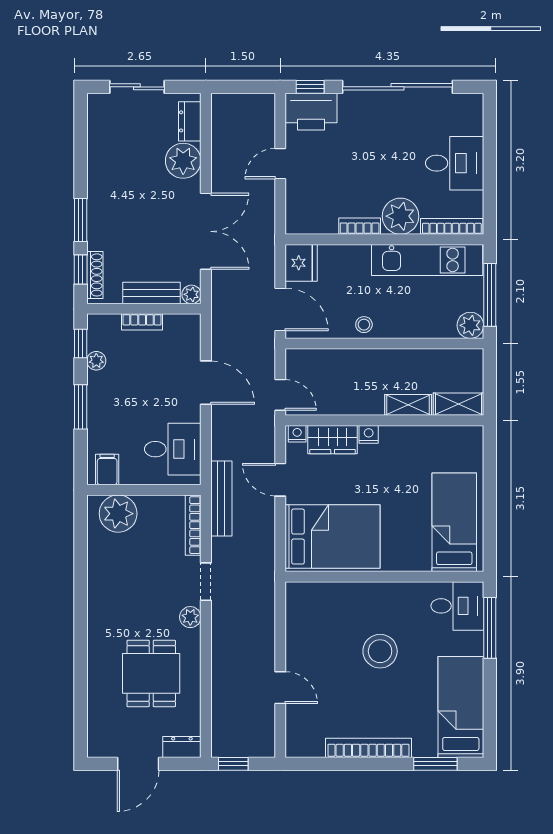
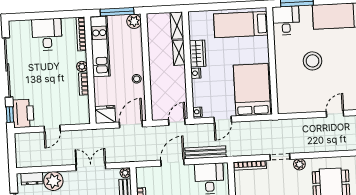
door: (280, 164) -> (52, 129), hinge flipped
plant: (401, 216) -> (82, 66), width x0.53, depth x0.53
double door: (206, 231) -> (91, 167), width x0.73
wardrobe: (333, 440) -> (198, 54), moved
bench: (221, 498) -> (206, 152), moved

